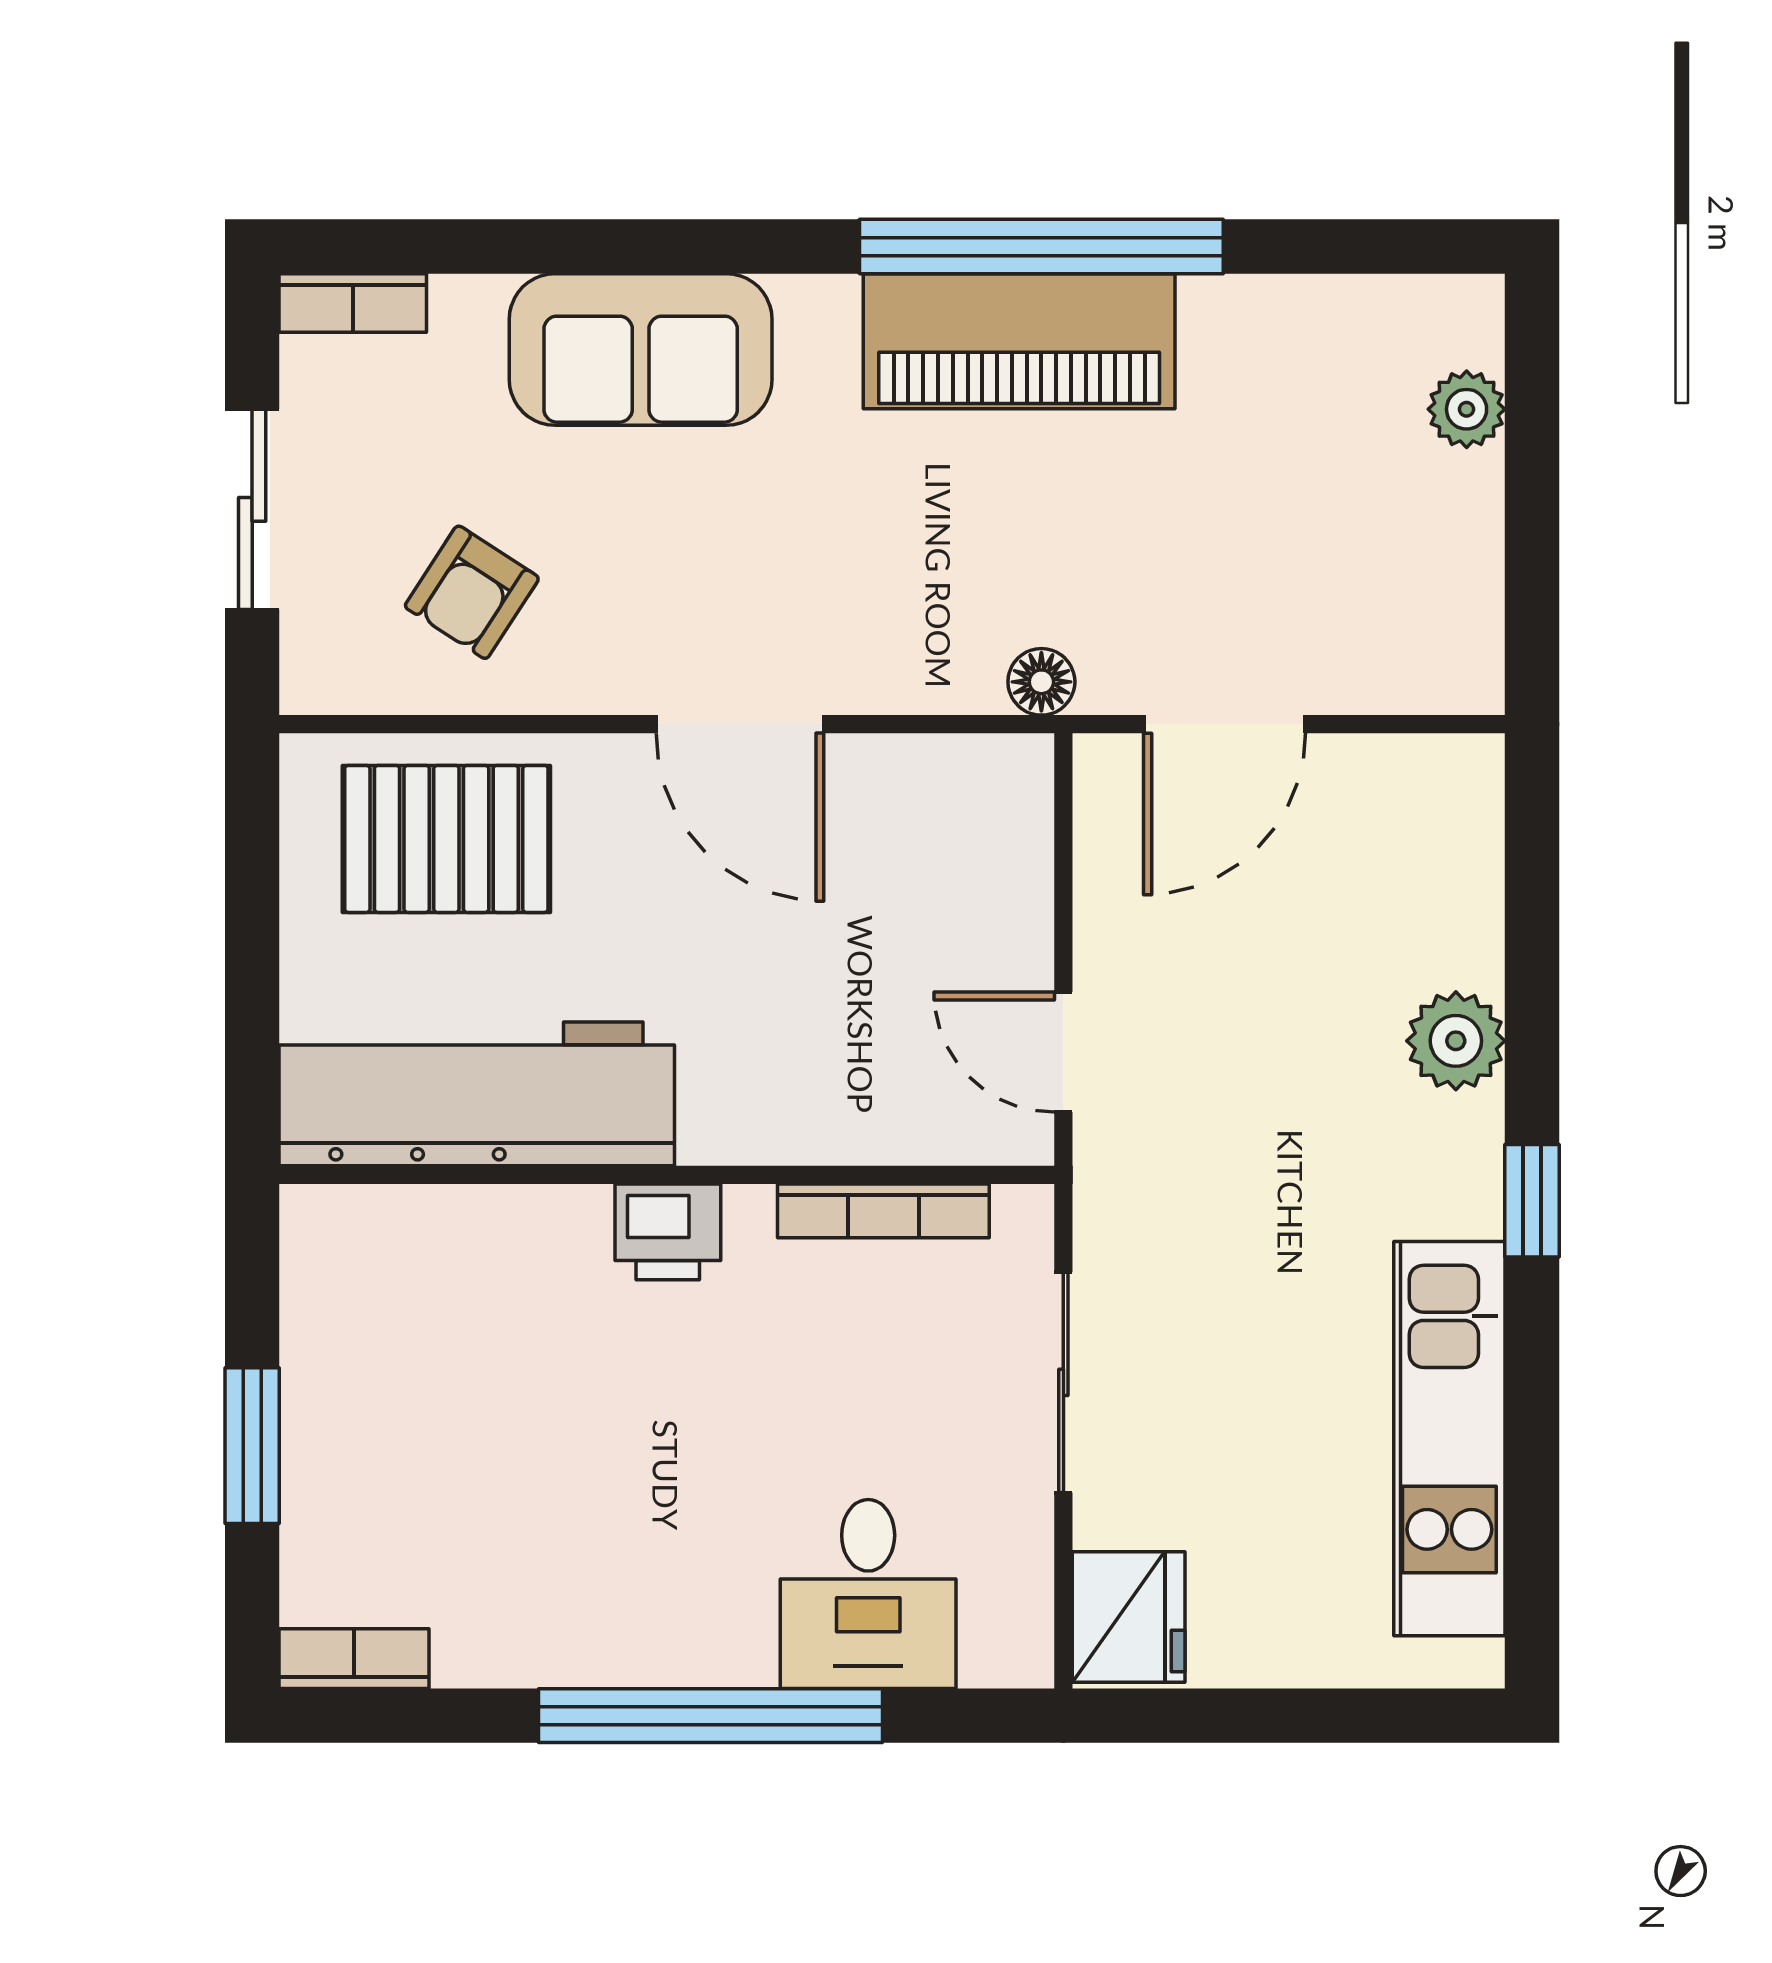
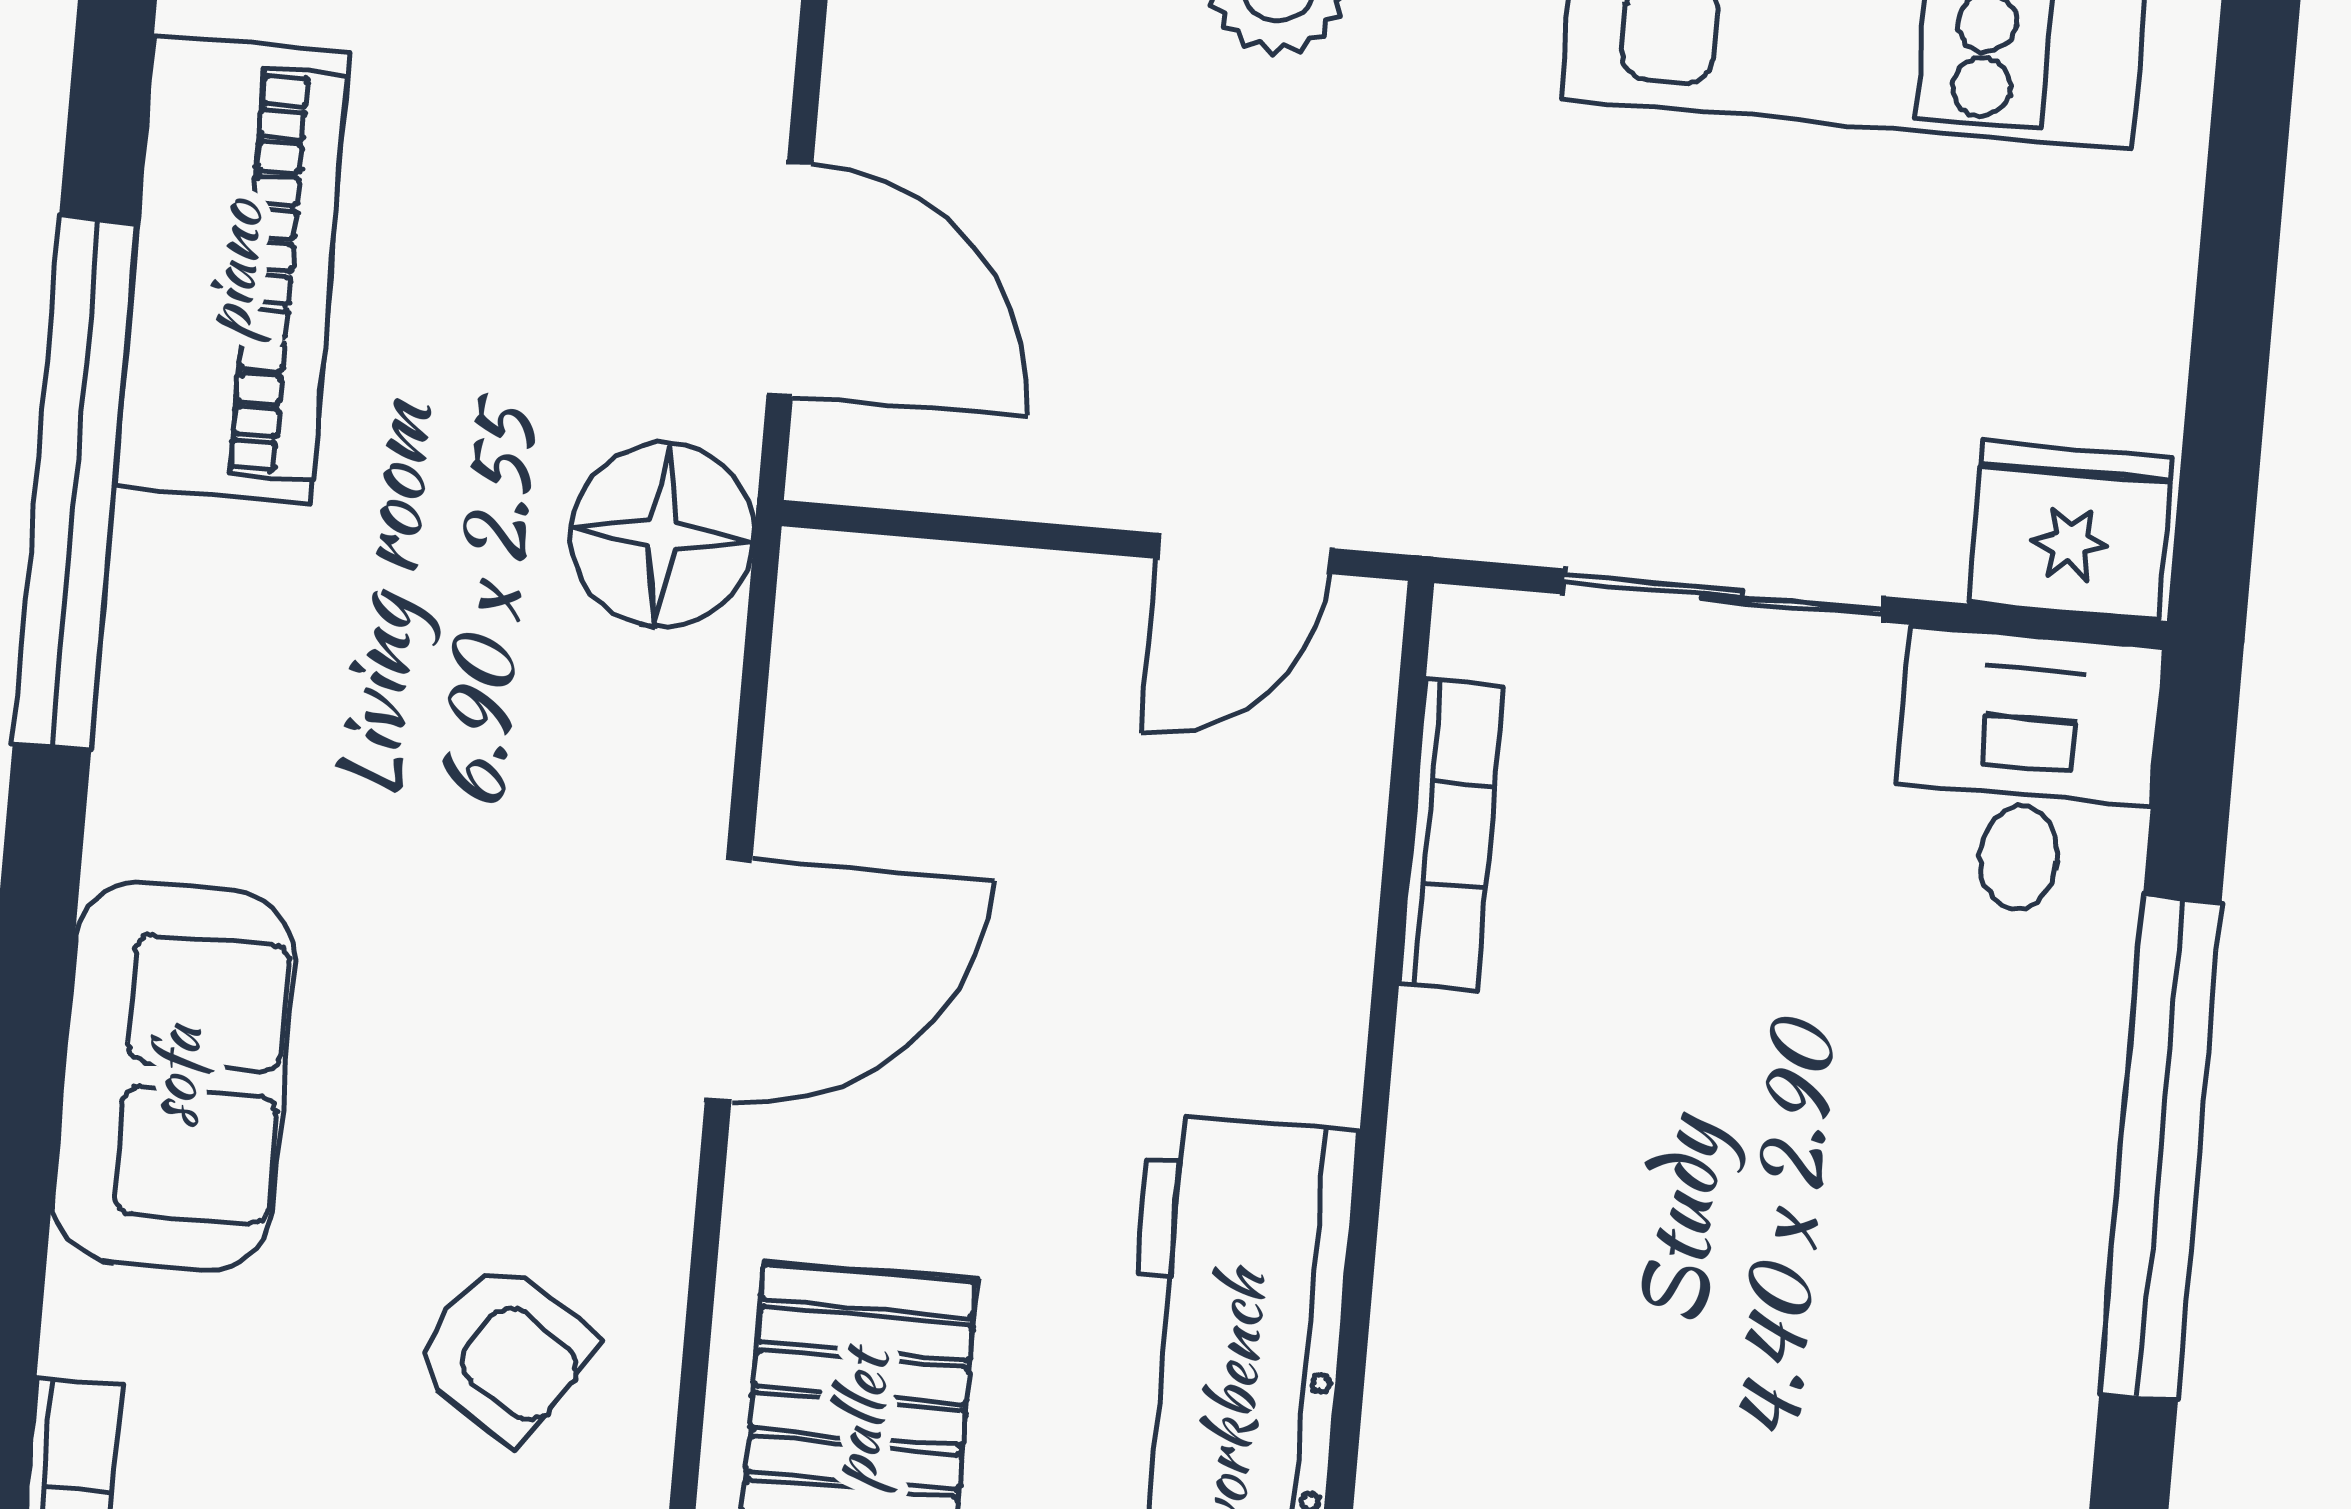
piano: (1019, 341) -> (232, 270), moved
floor lamp: (1041, 682) -> (663, 535), width x1.89, depth x1.89
printer: (668, 1232) -> (1455, 1149), removed
desk: (868, 1594) -> (2026, 773), moved, turned -90

